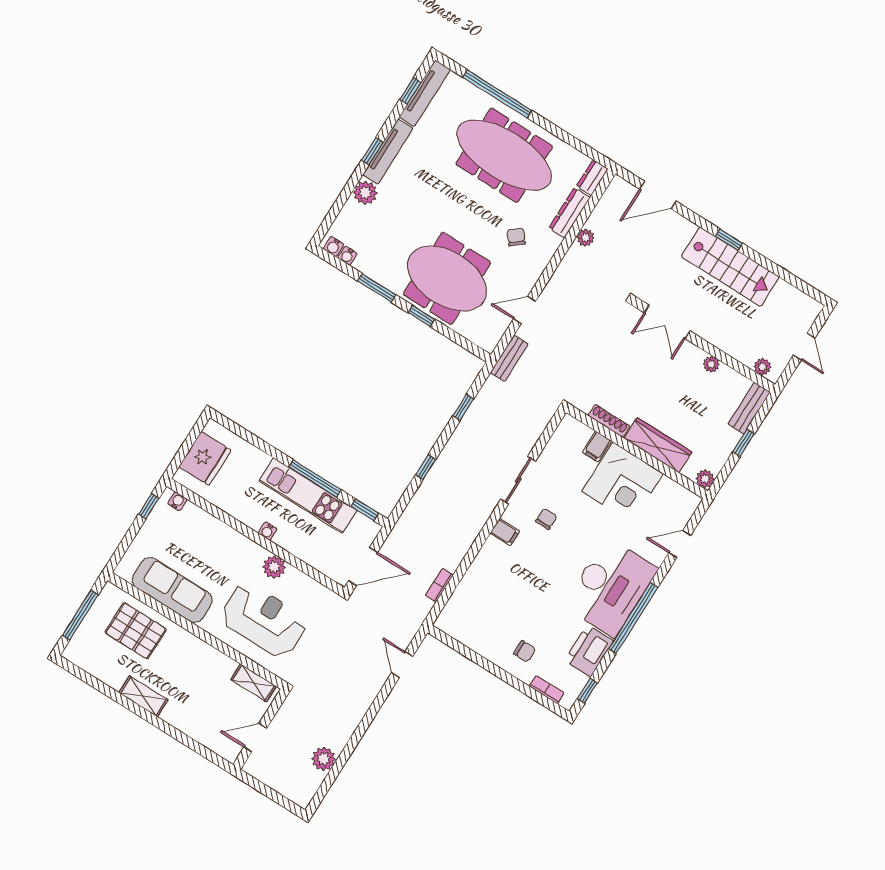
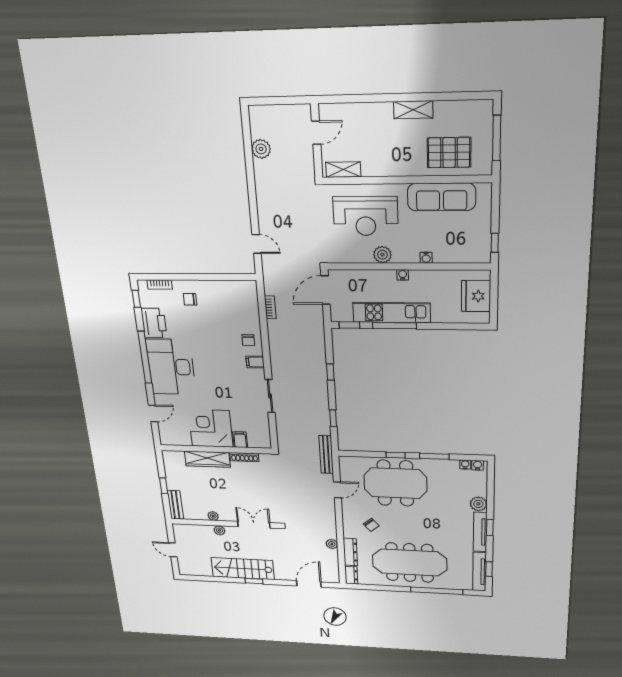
bench: (509, 358) -> (326, 455), width x1.36
plant: (762, 367) -> (219, 530), moved
plant: (705, 479) -> (168, 456), removed
water cooler: (177, 501) -> (426, 258), moved
chair: (546, 519) -> (248, 340), moved

